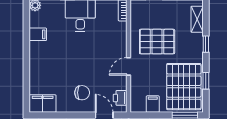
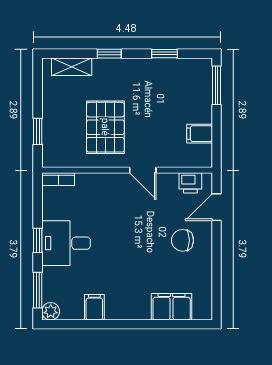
pallet: (184, 87) -> (173, 87), removed
chair: (82, 93) -> (183, 240), turned -90
filing cabinet: (43, 104) -> (172, 307), moved, turned 90

